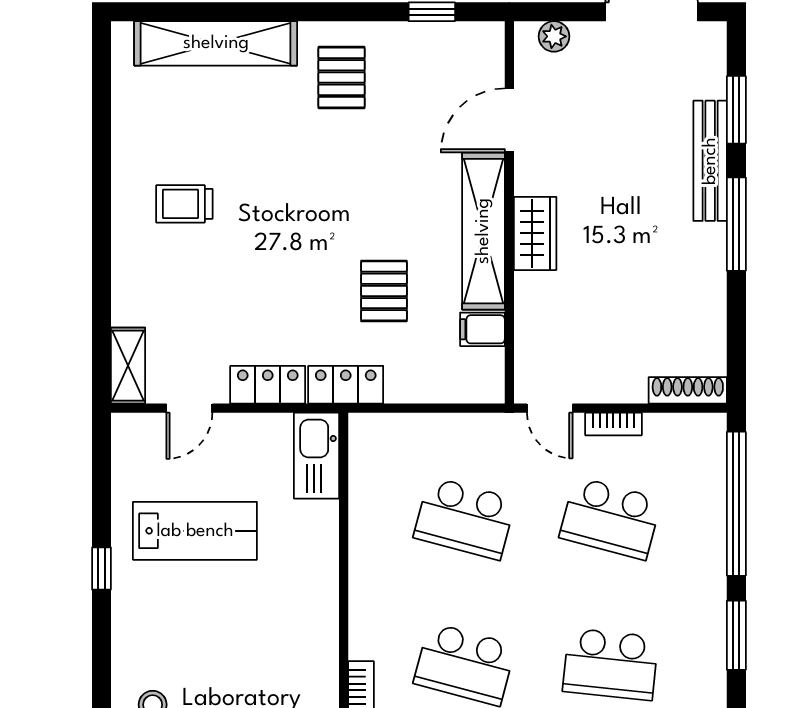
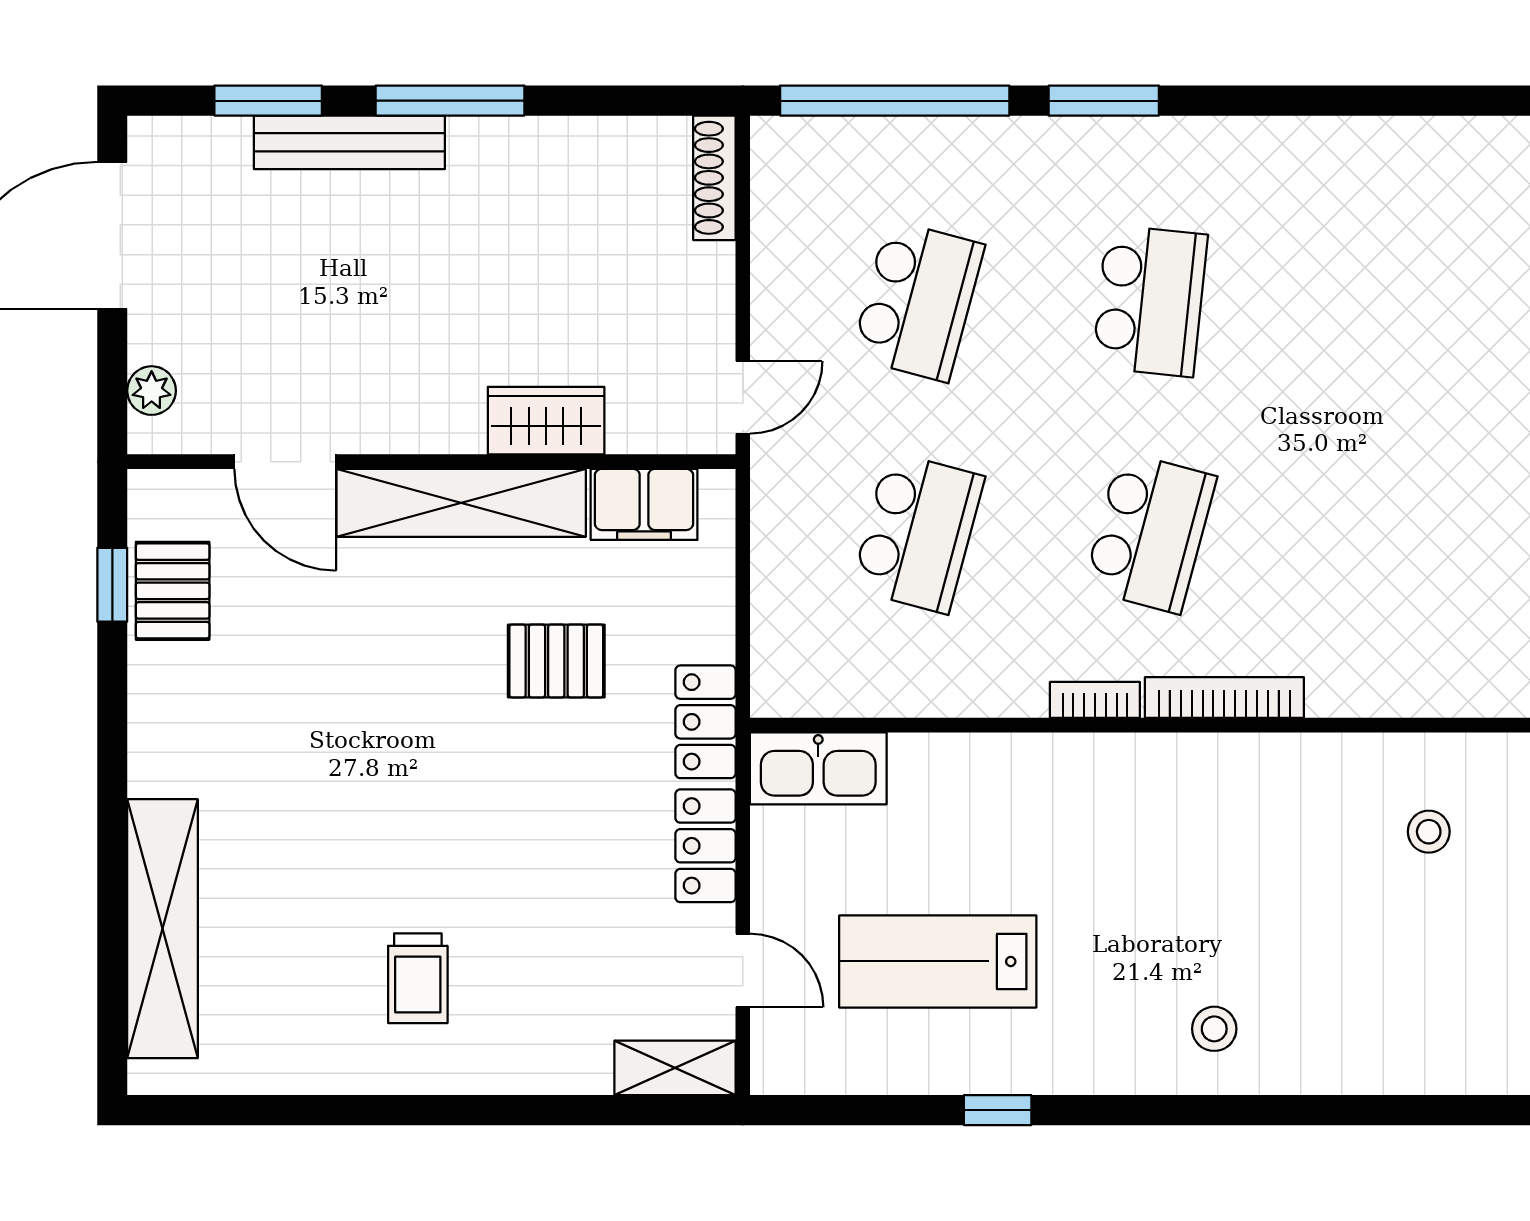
pallet: (342, 78) -> (173, 591), moved, turned 90
wardrobe: (535, 233) -> (546, 421), moved
filing cabinet: (482, 329) -> (644, 504), width x2.00
bookcase: (613, 424) -> (1095, 700), moved, turned -90
lab bench: (195, 531) -> (938, 961), turned -90

